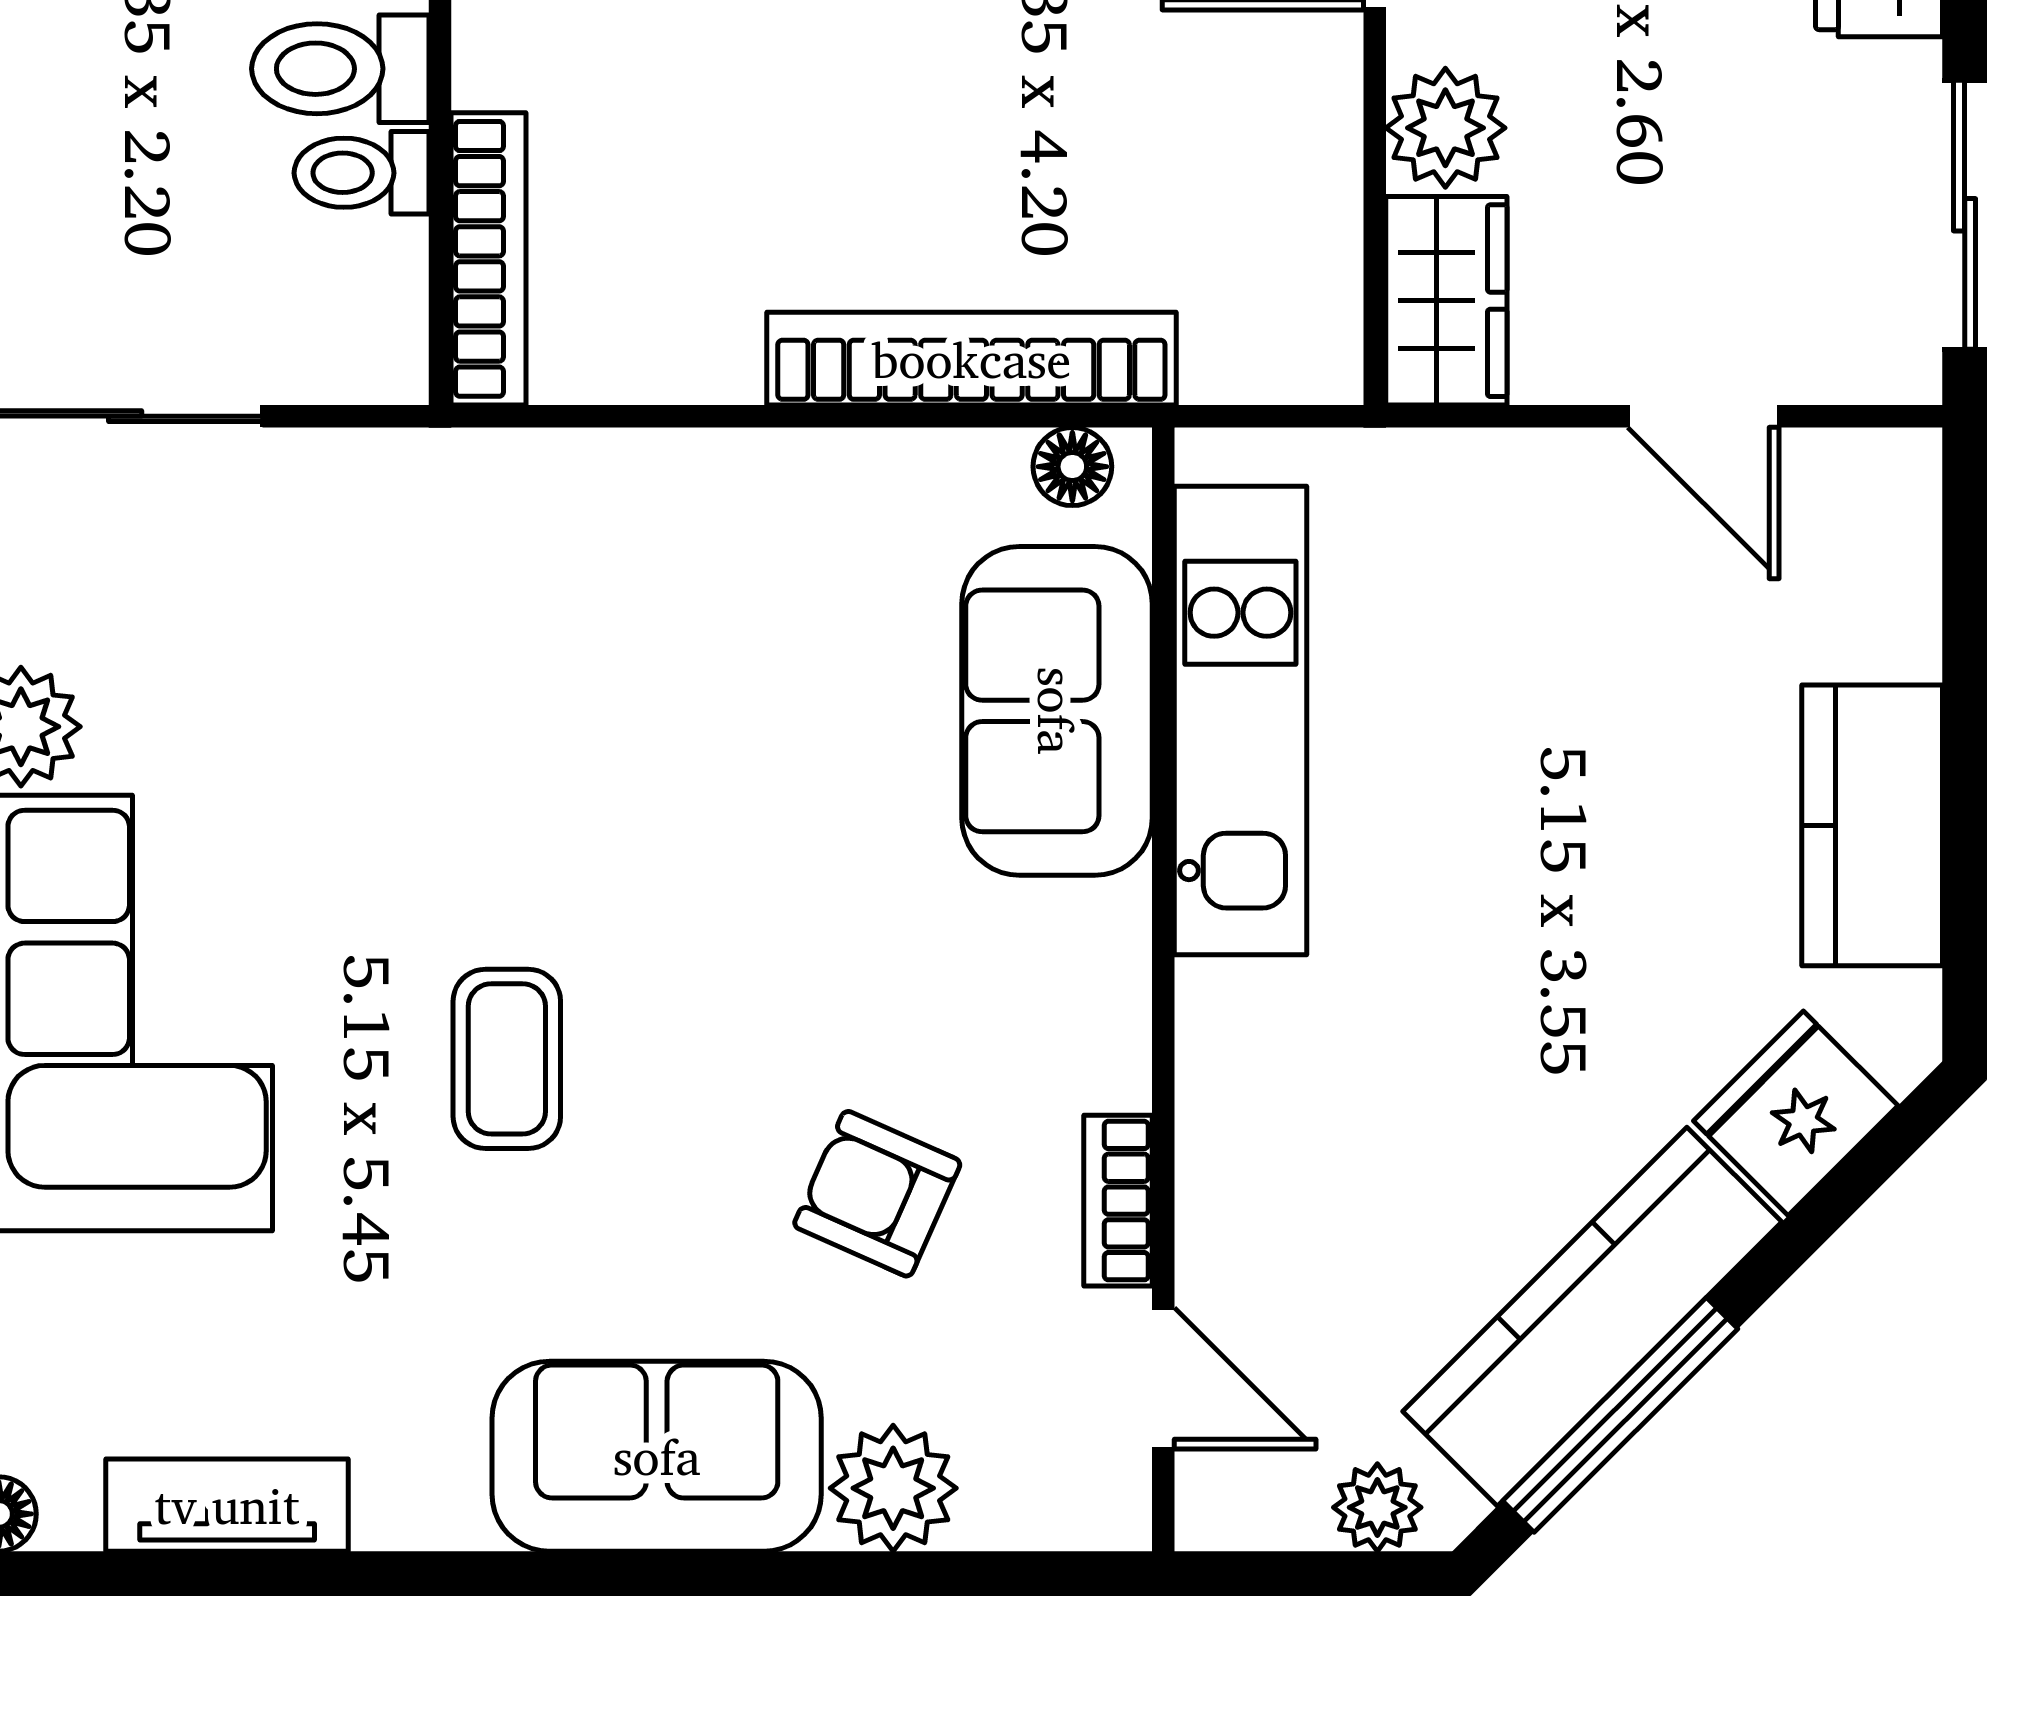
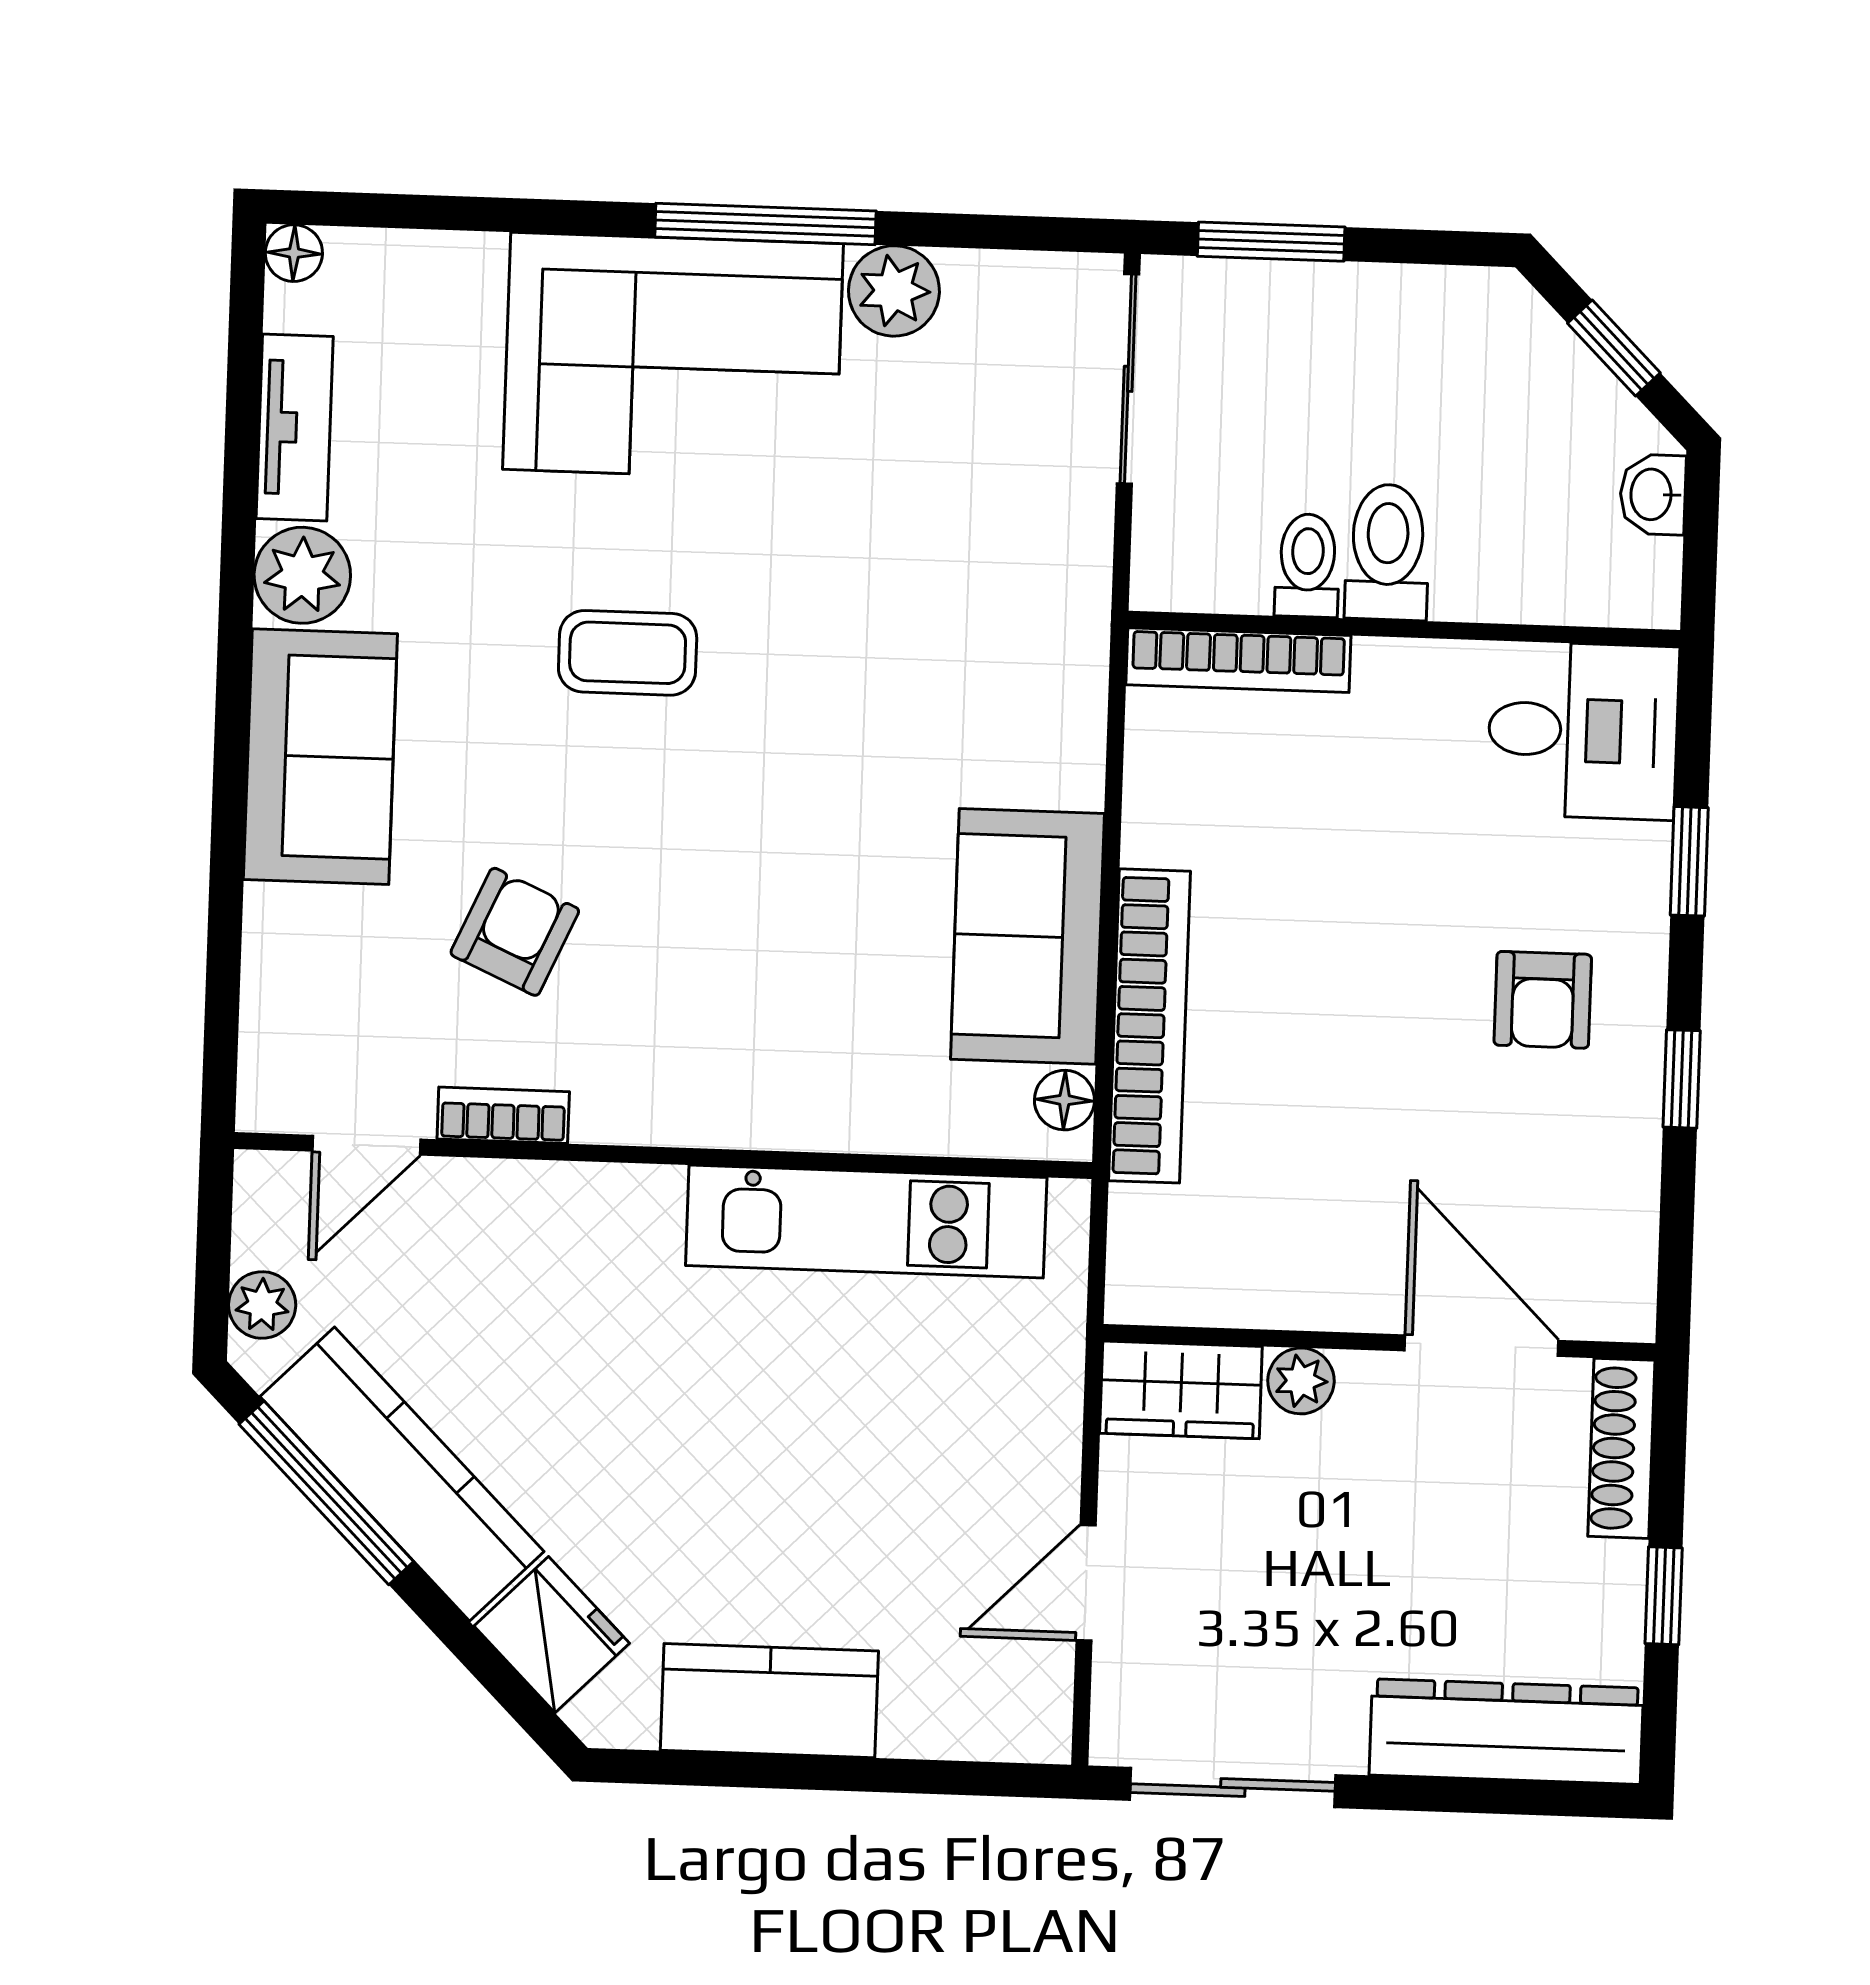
plant: (1445, 128) -> (1301, 1381), width x0.73, depth x0.73
sofa: (1057, 711) -> (1027, 936), moved, turned -90
plant: (893, 1488) -> (302, 575), moved

